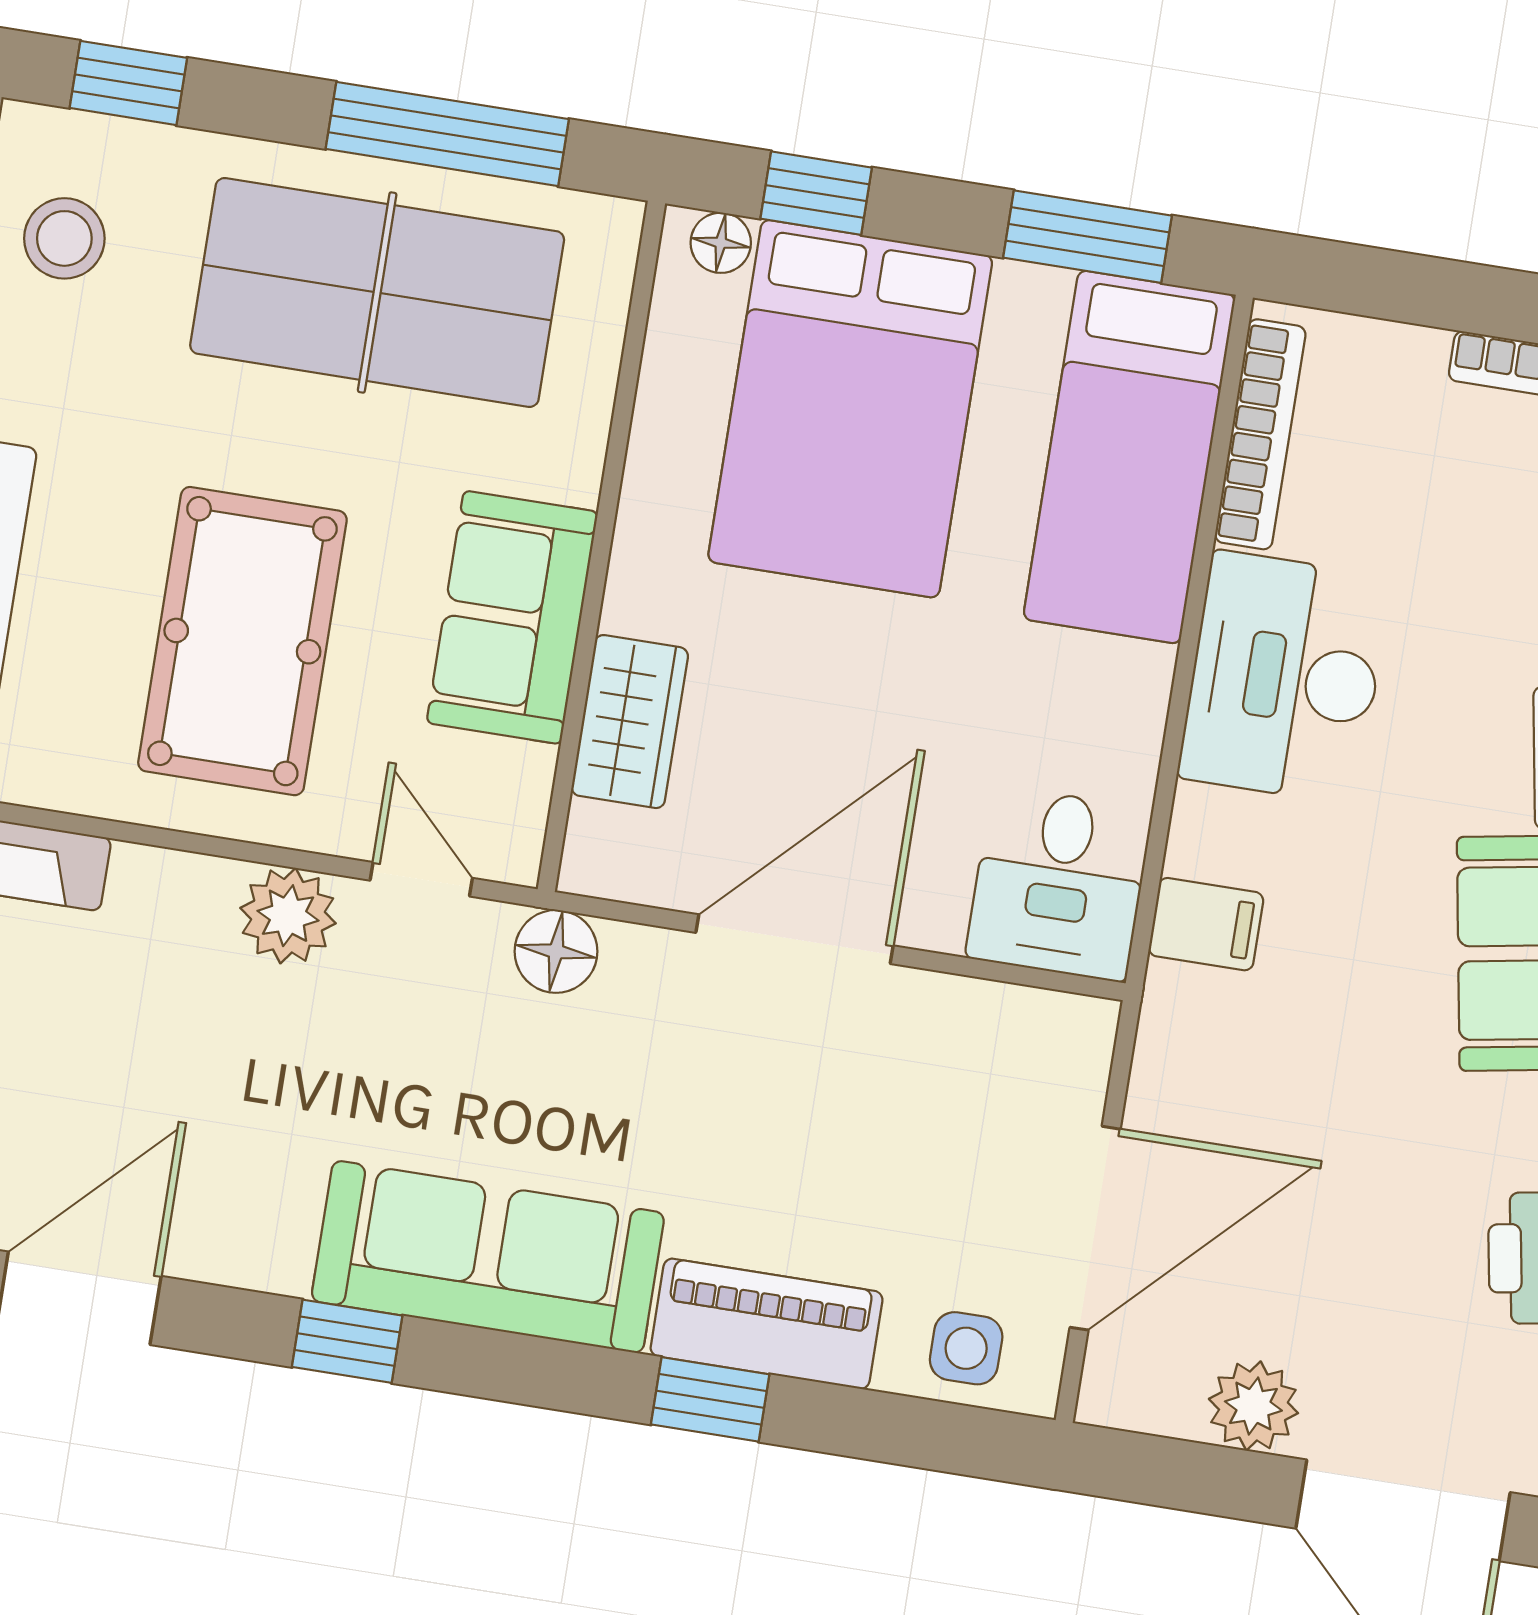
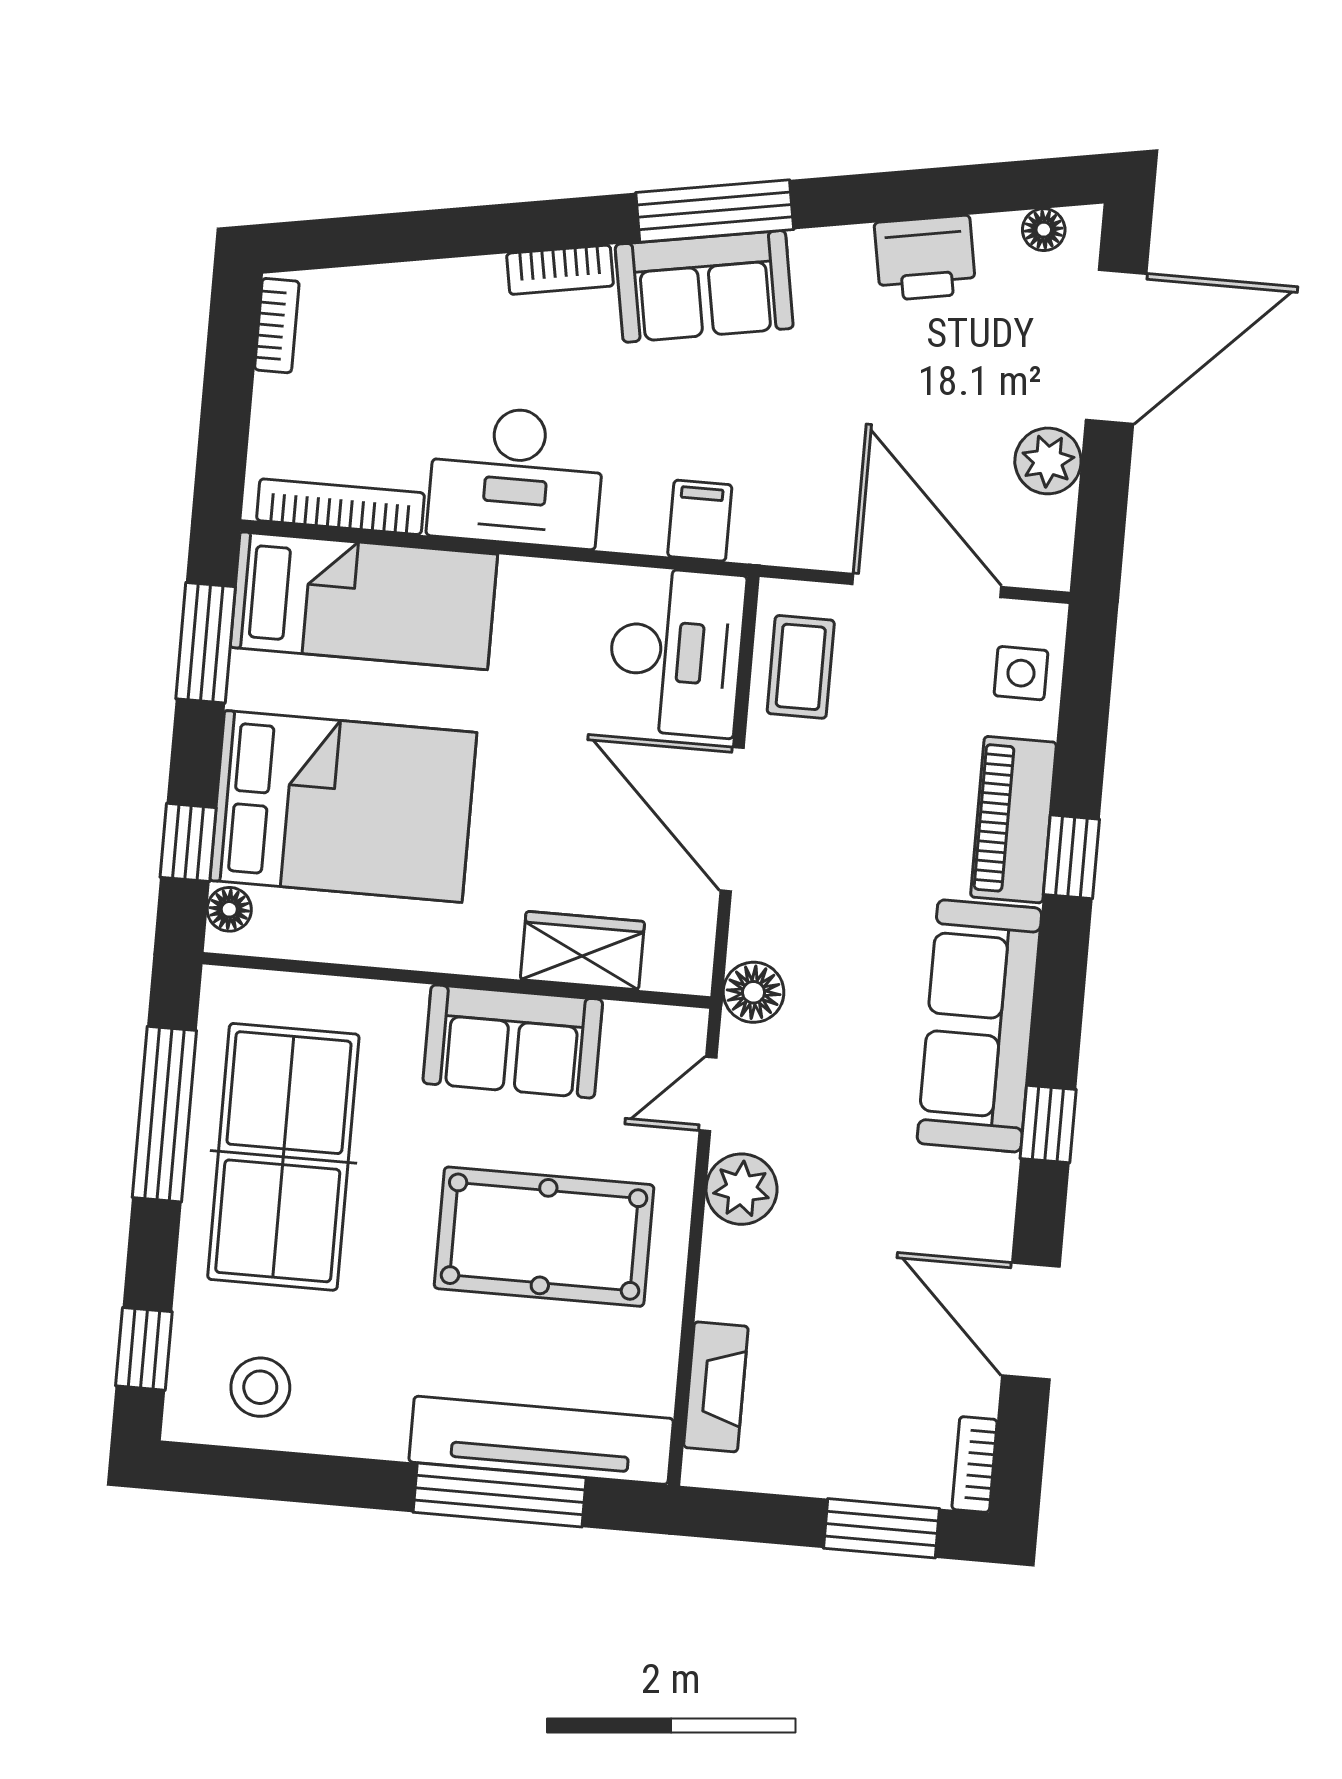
desk: (1059, 883) -> (676, 652), width x1.37
coffee table: (996, 1048) -> (801, 667), added

